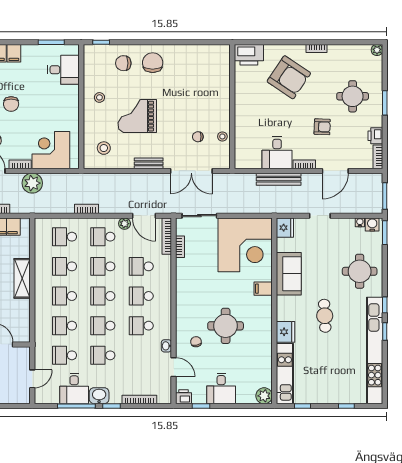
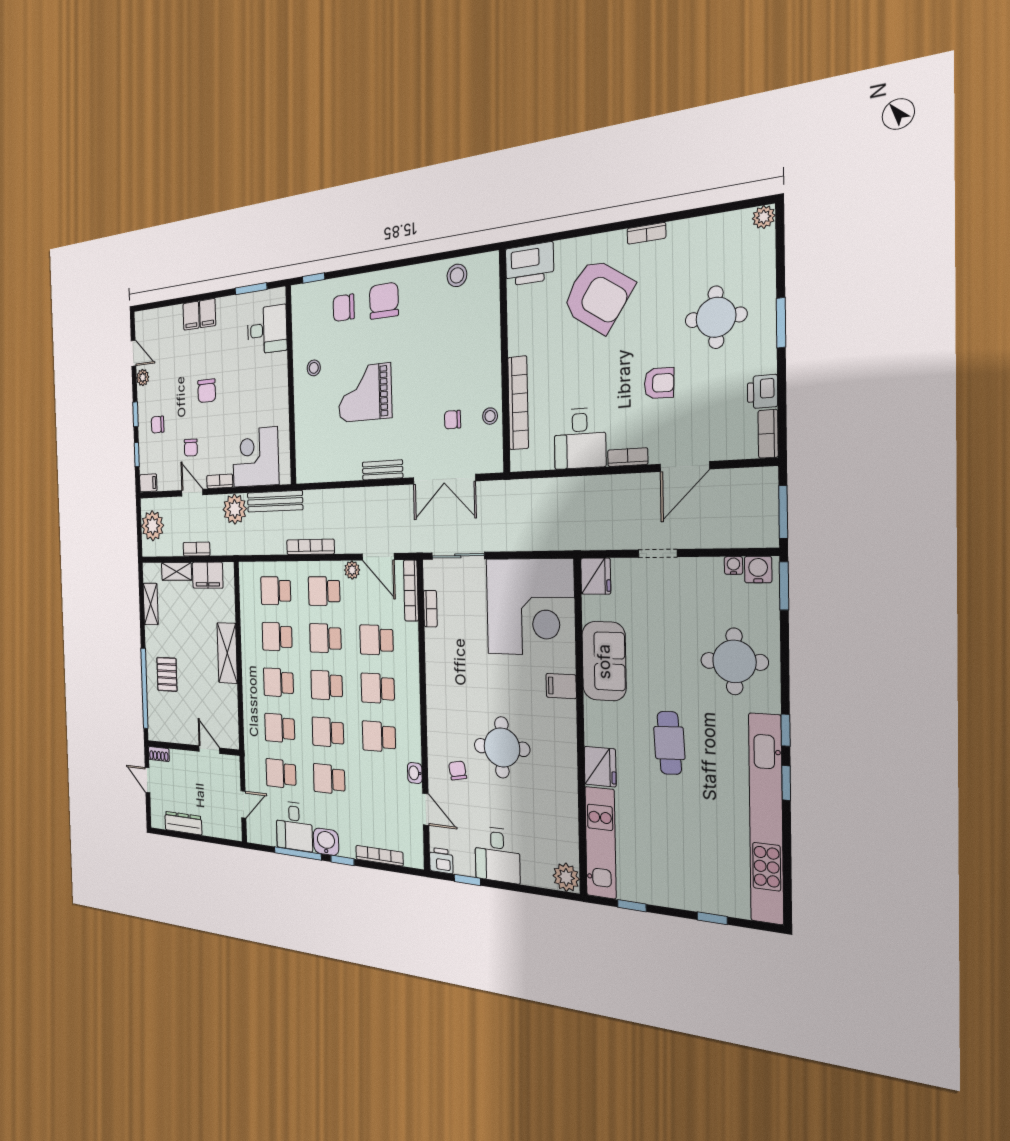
bookcase: (240, 130) -> (518, 403), added
stool: (104, 148) -> (457, 275), moved
bench: (279, 179) -> (275, 501), moved
bookcase: (86, 209) -> (310, 547), width x1.56

